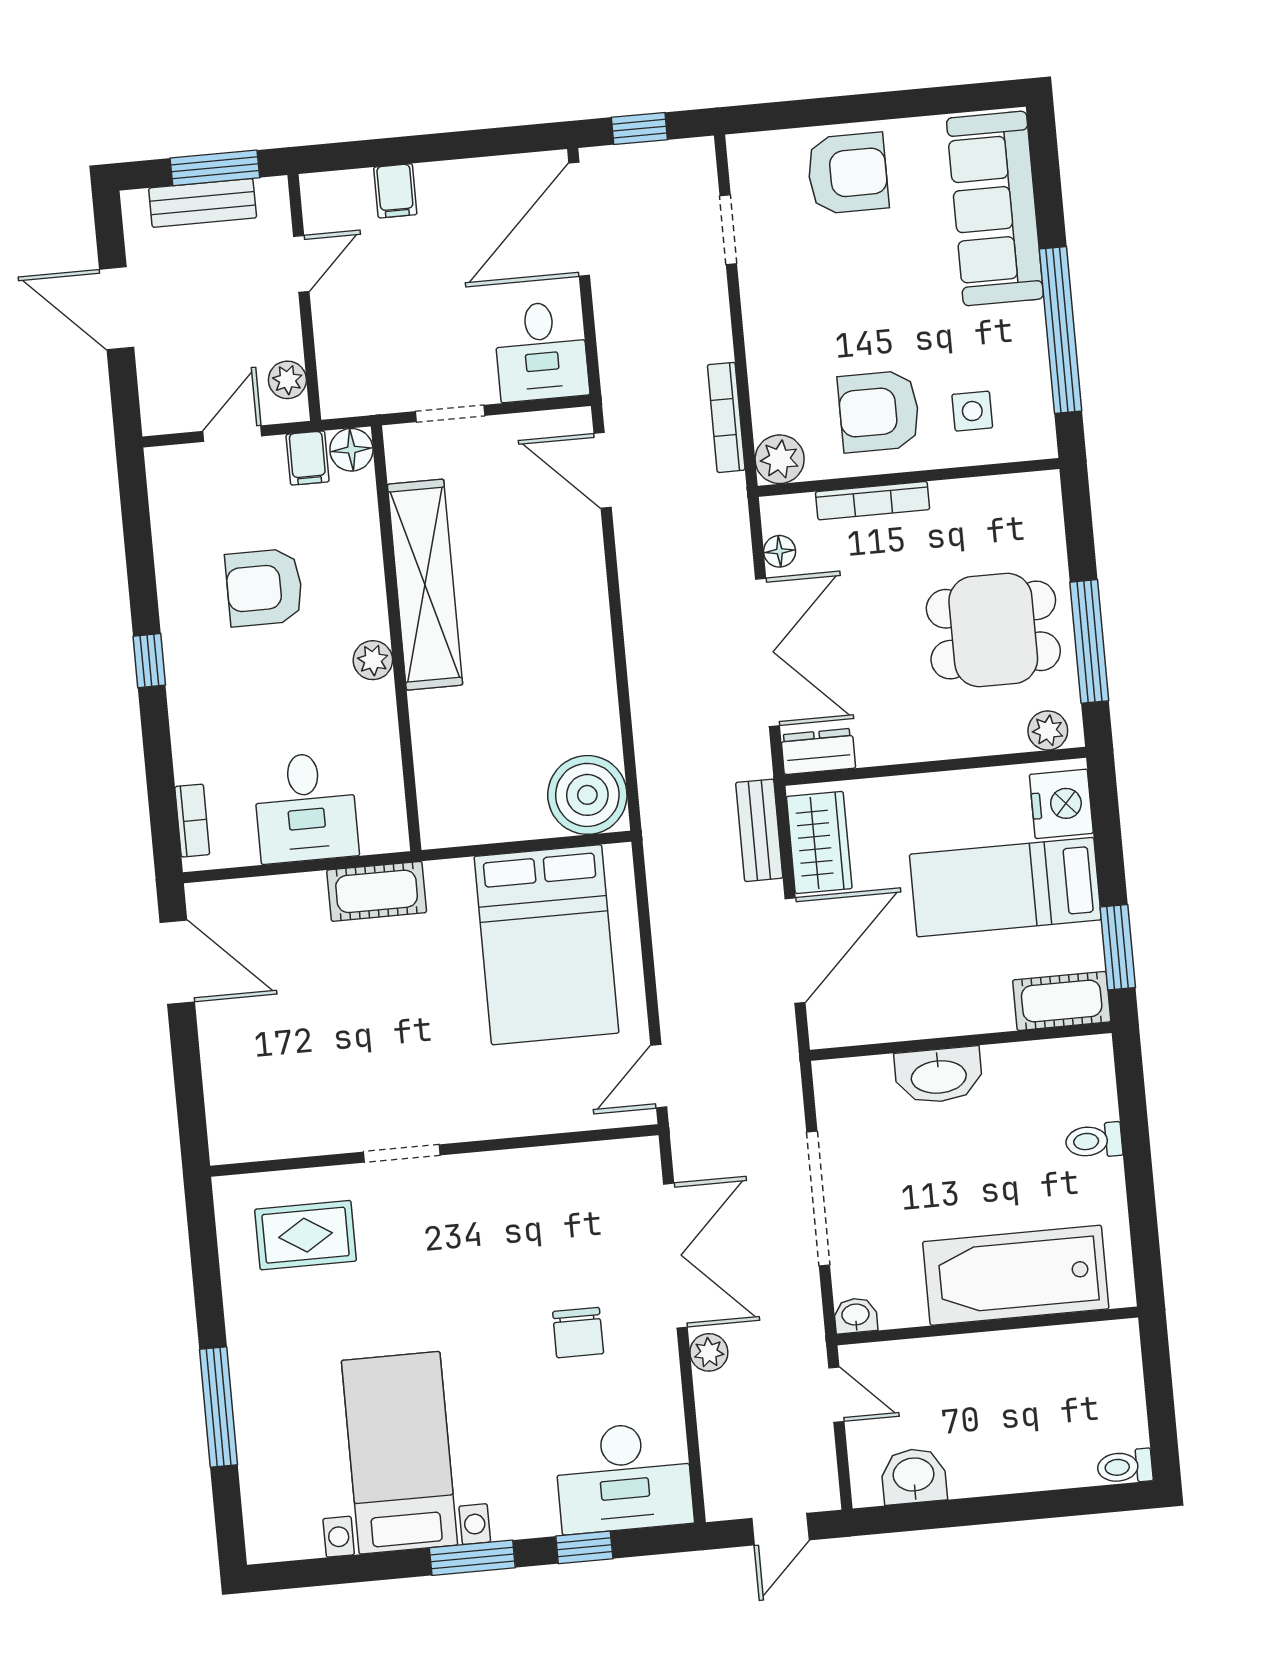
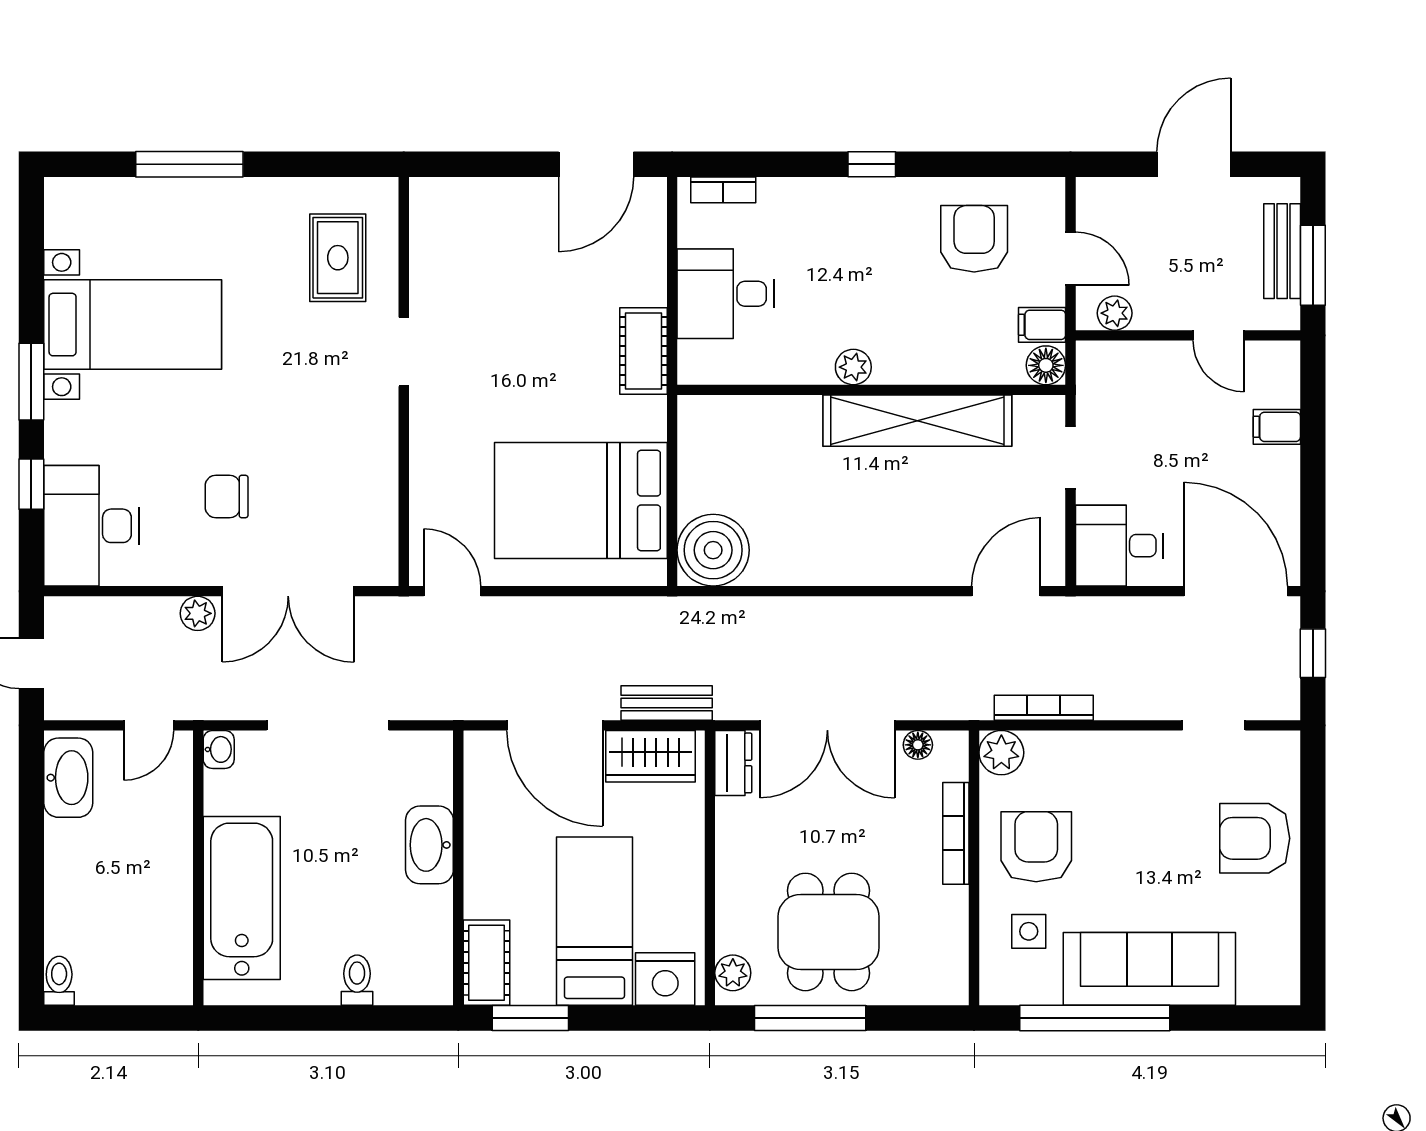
armchair: (848, 173) -> (1255, 838), turned 90
sofa: (995, 208) -> (1149, 969), moved
armchair: (264, 587) -> (974, 239), moved
washbasin: (914, 1476) -> (68, 778), width x1.38

